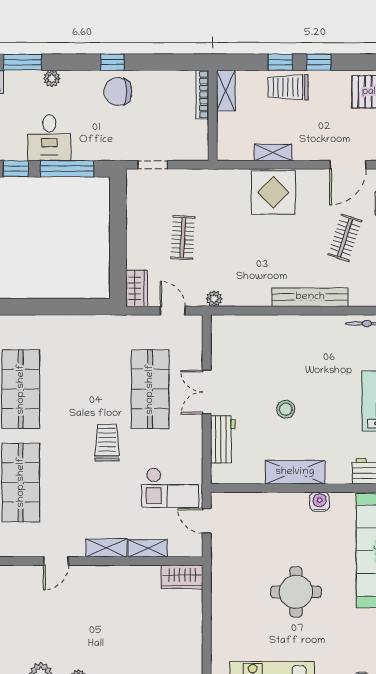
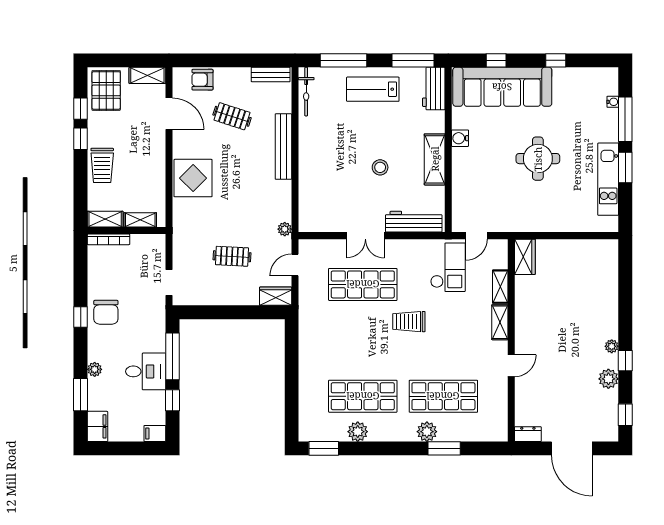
window: (280, 62) -> (81, 109), moved
shelving: (273, 152) -> (140, 220), moved, turned 90
workbench: (223, 439) -> (414, 222), width x1.38
door: (56, 561) -> (511, 366), hinge flipped

